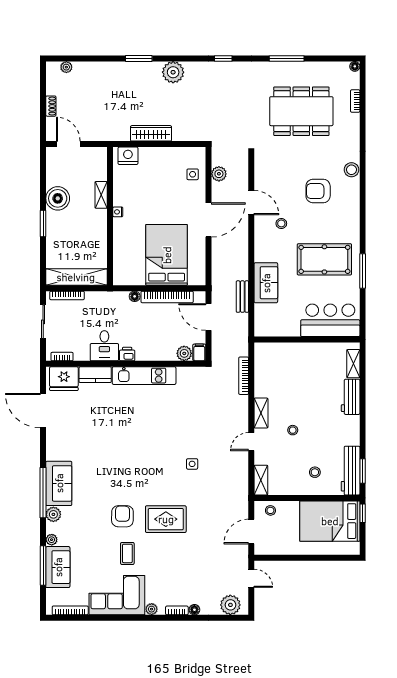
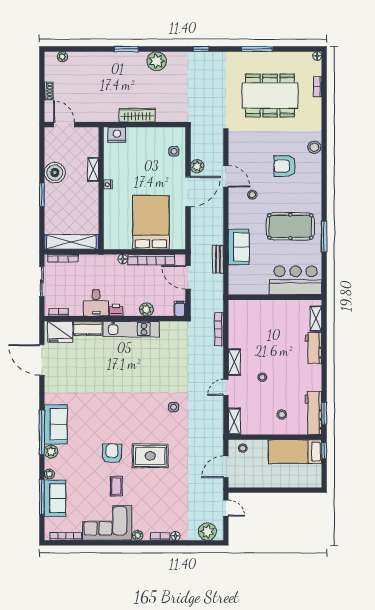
plant: (219, 174) -> (197, 166), moved
plant: (184, 353) -> (146, 309), moved
bed: (330, 521) -> (295, 452), width x0.67

